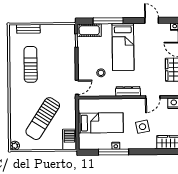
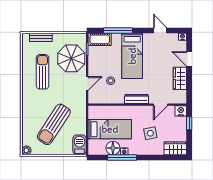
parasol: (60, 50) -> (71, 58), added
door: (77, 87) -> (87, 84), moved
floor lamp: (104, 142) -> (113, 148), added

